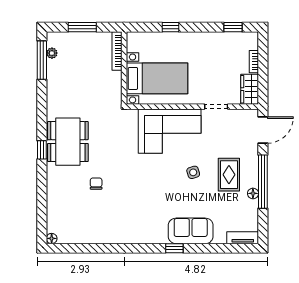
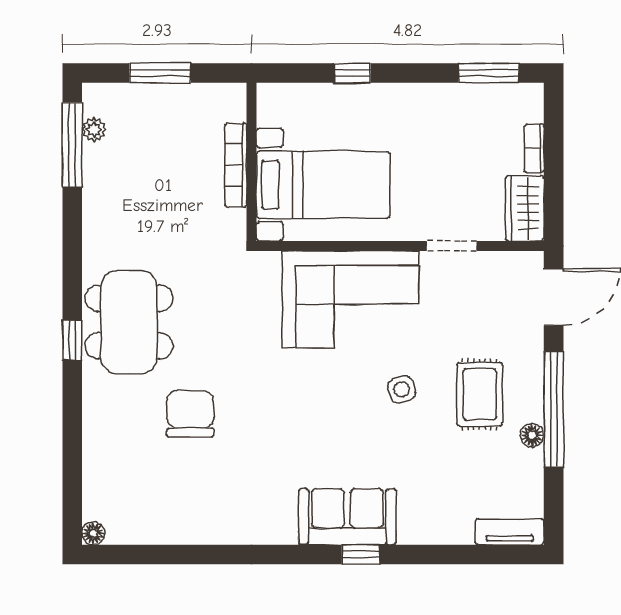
window: (233, 27) -> (489, 73), width x1.50
bookcase: (117, 51) -> (236, 165), moved
chair: (96, 184) -> (190, 414), width x1.87, depth x1.87
sofa: (191, 231) -> (347, 517), moved

